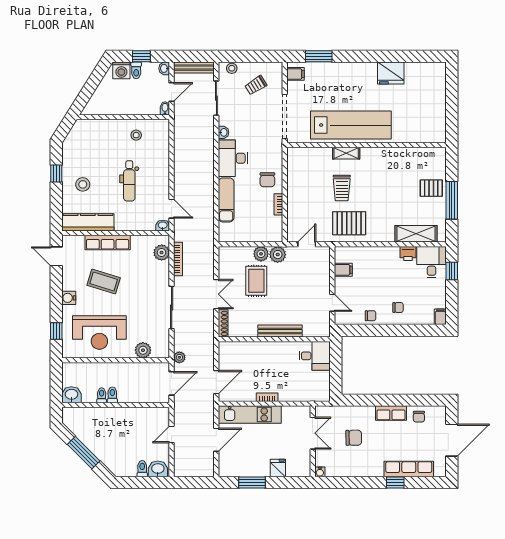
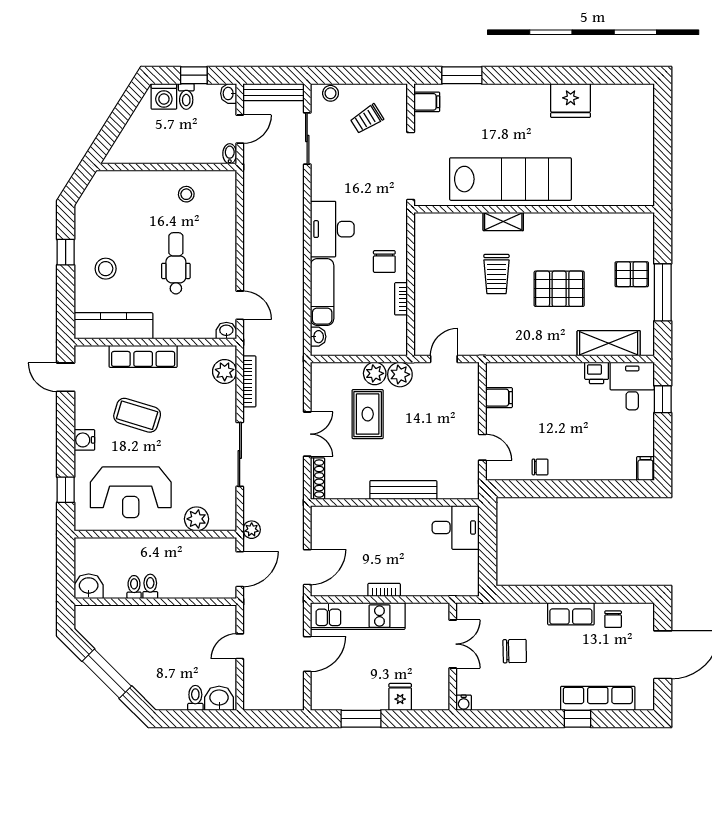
washbasin: (223, 132) -> (318, 337), moved
dental chair: (129, 181) -> (176, 263), turned 180
pallet: (349, 223) -> (559, 289), moved
chair: (398, 308) -> (582, 454), removed

